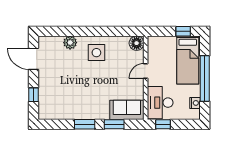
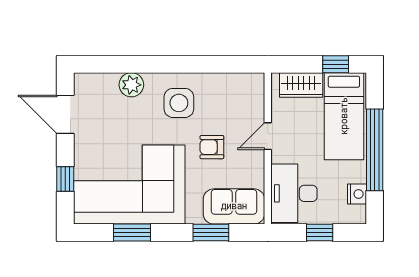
floor lamp: (137, 43) -> (251, 86), removed
wardrobe: (164, 43) -> (301, 85), added
armchair: (115, 77) -> (212, 147), added
corner sofa: (69, 98) -> (129, 185), added
window: (85, 124) -> (132, 232), moved
window: (163, 124) -> (320, 232), moved

